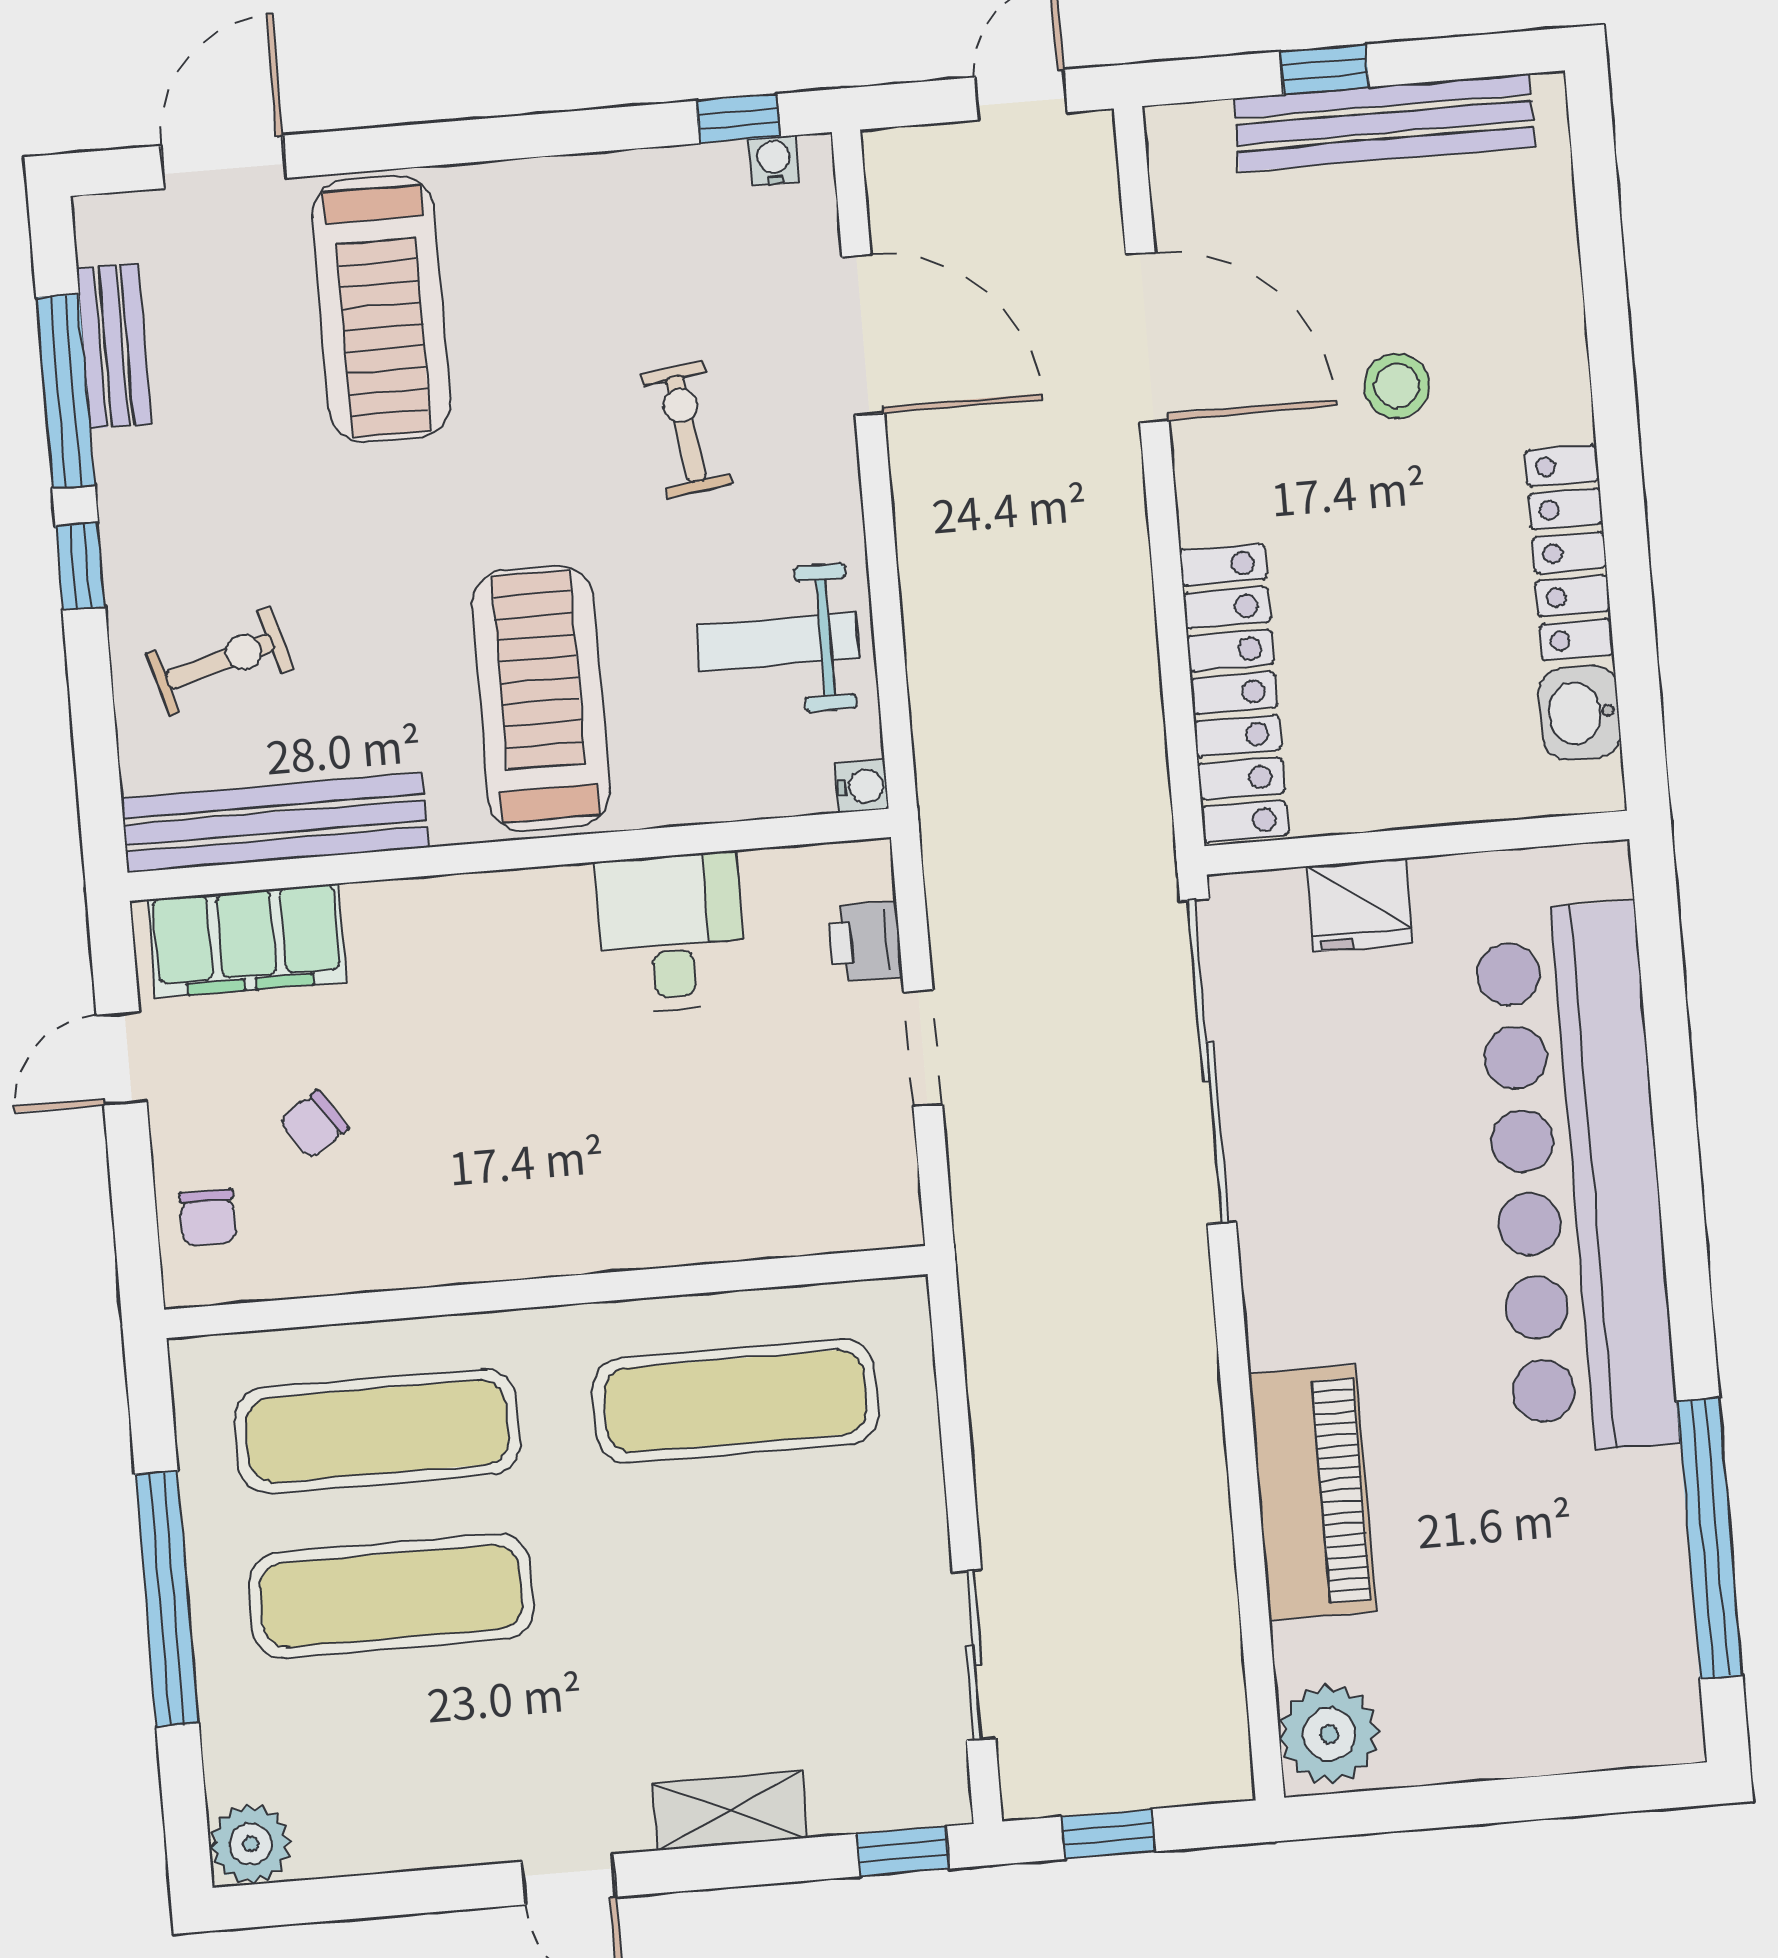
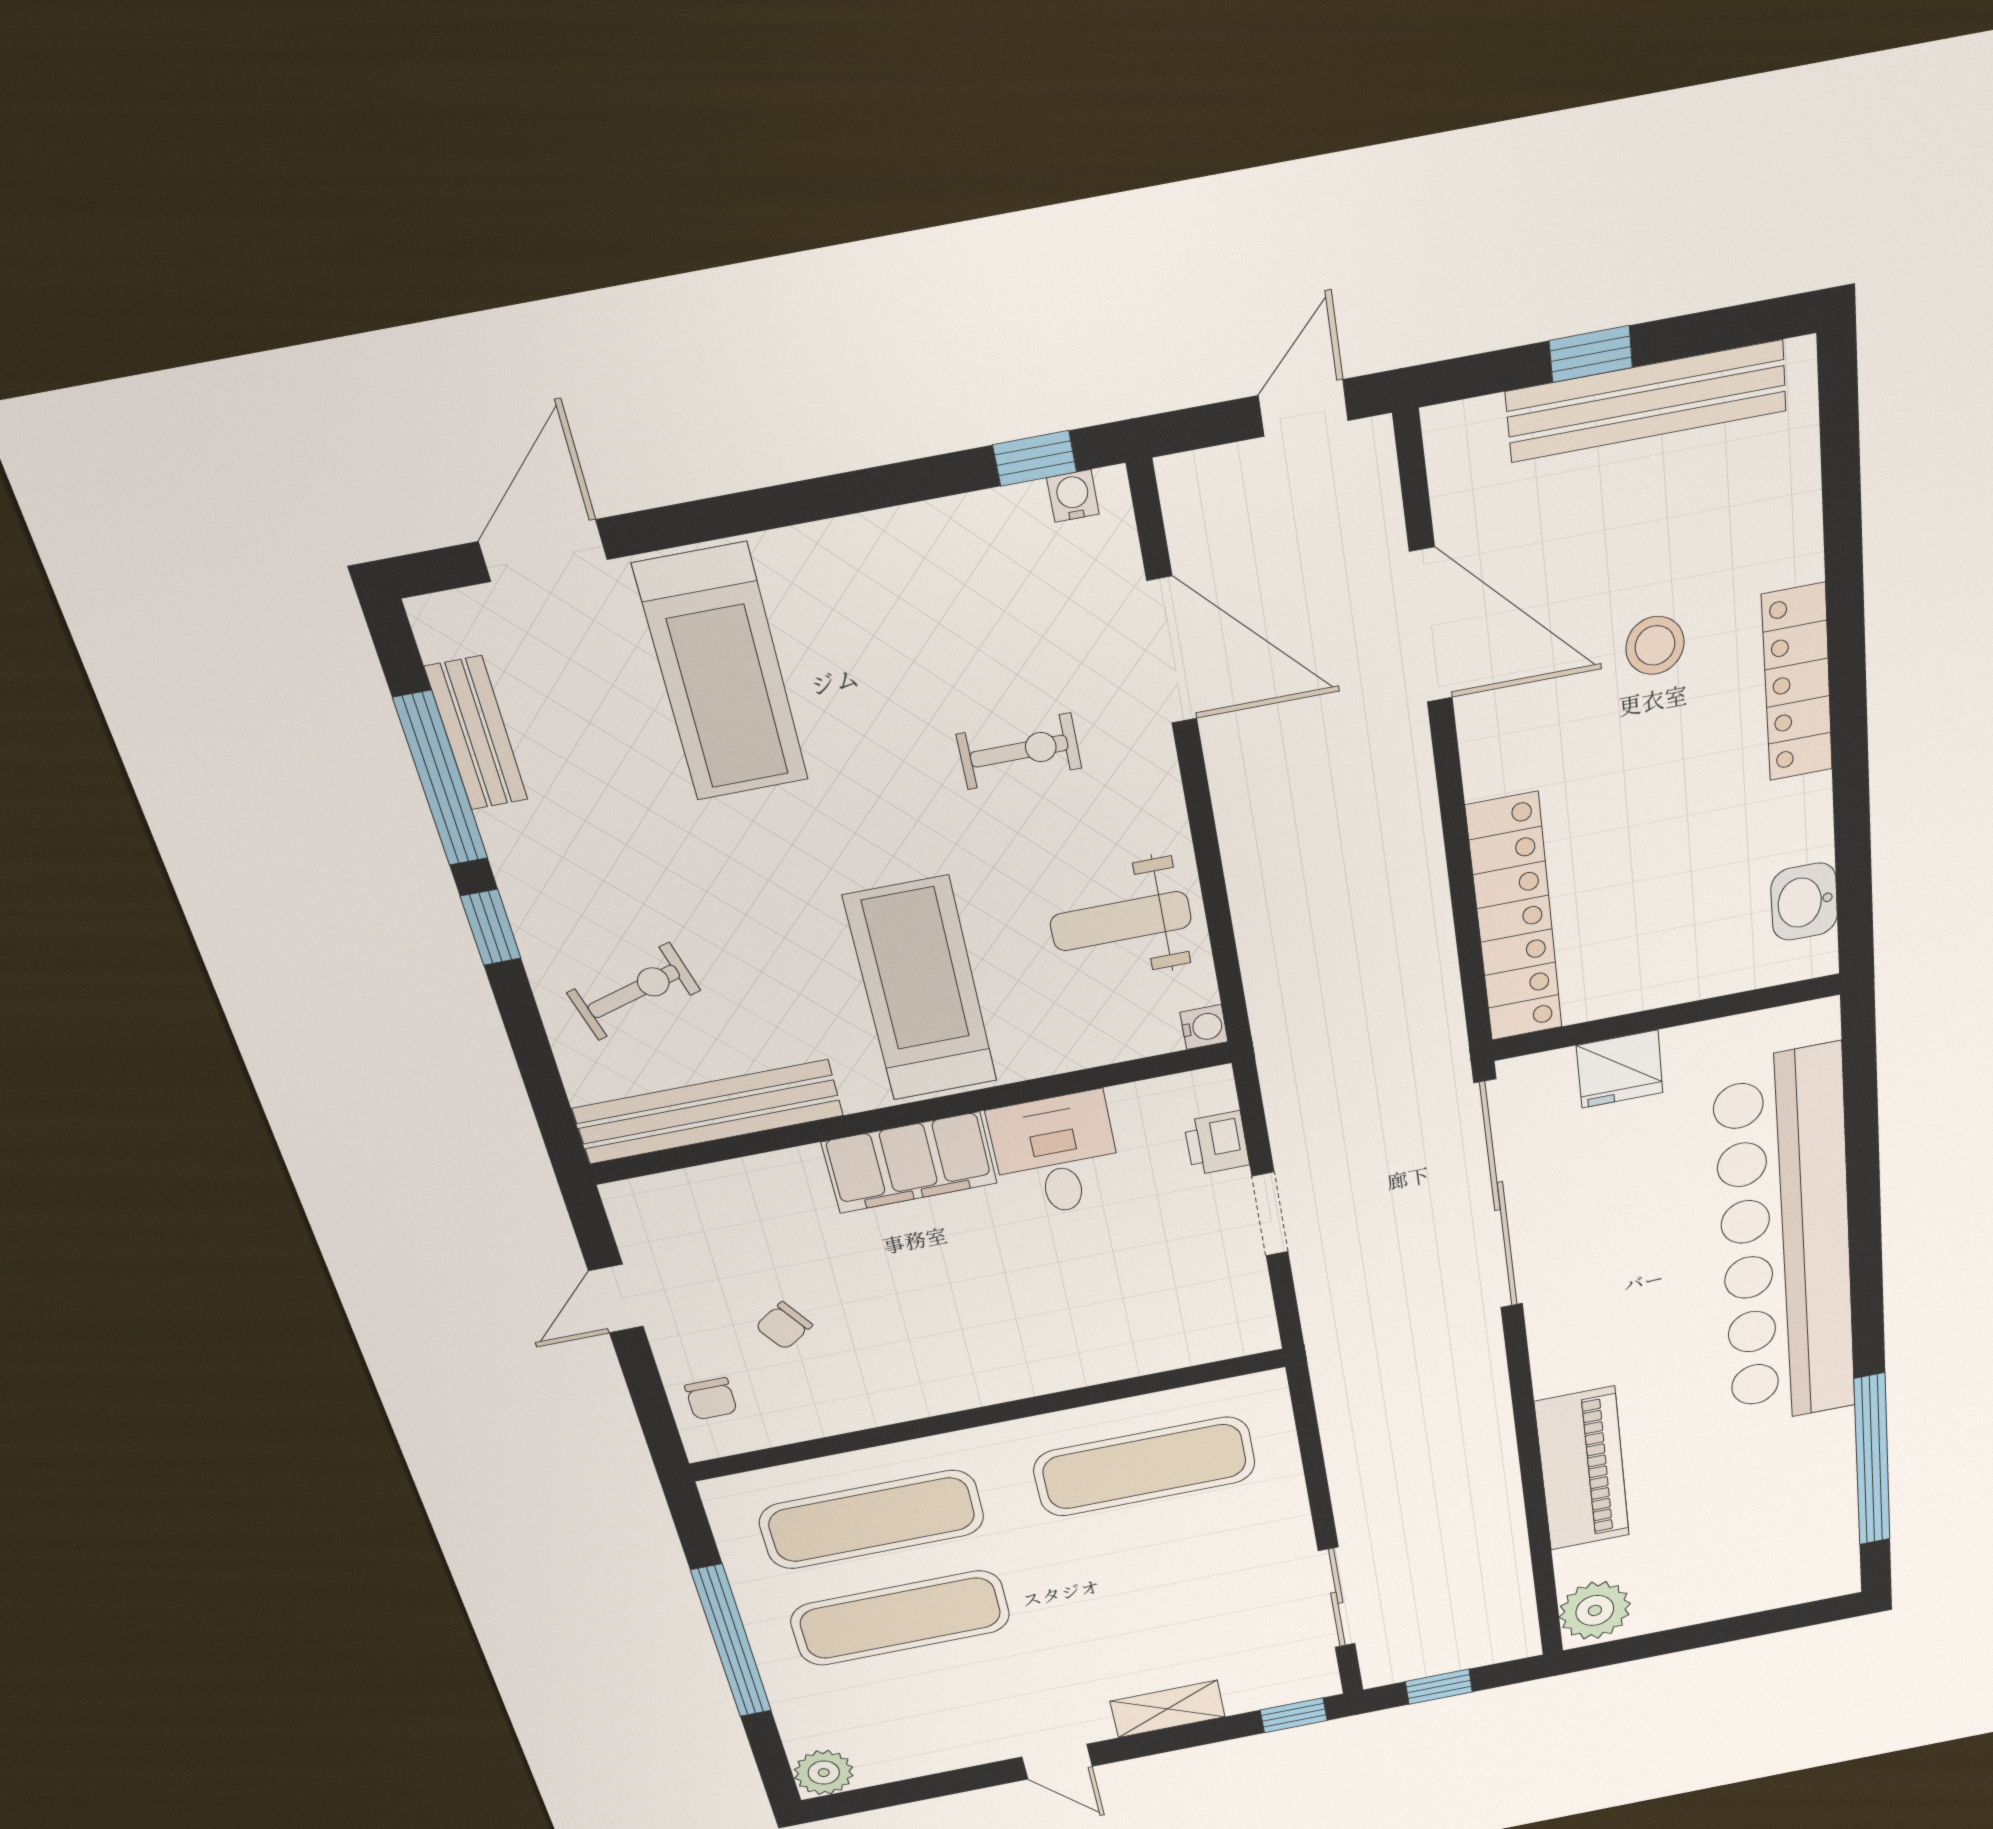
exercise bike: (686, 429) -> (1019, 751), turned 98
locker: (1569, 552) -> (1797, 683), moved
filing cabinet: (247, 941) -> (910, 1163), moved

